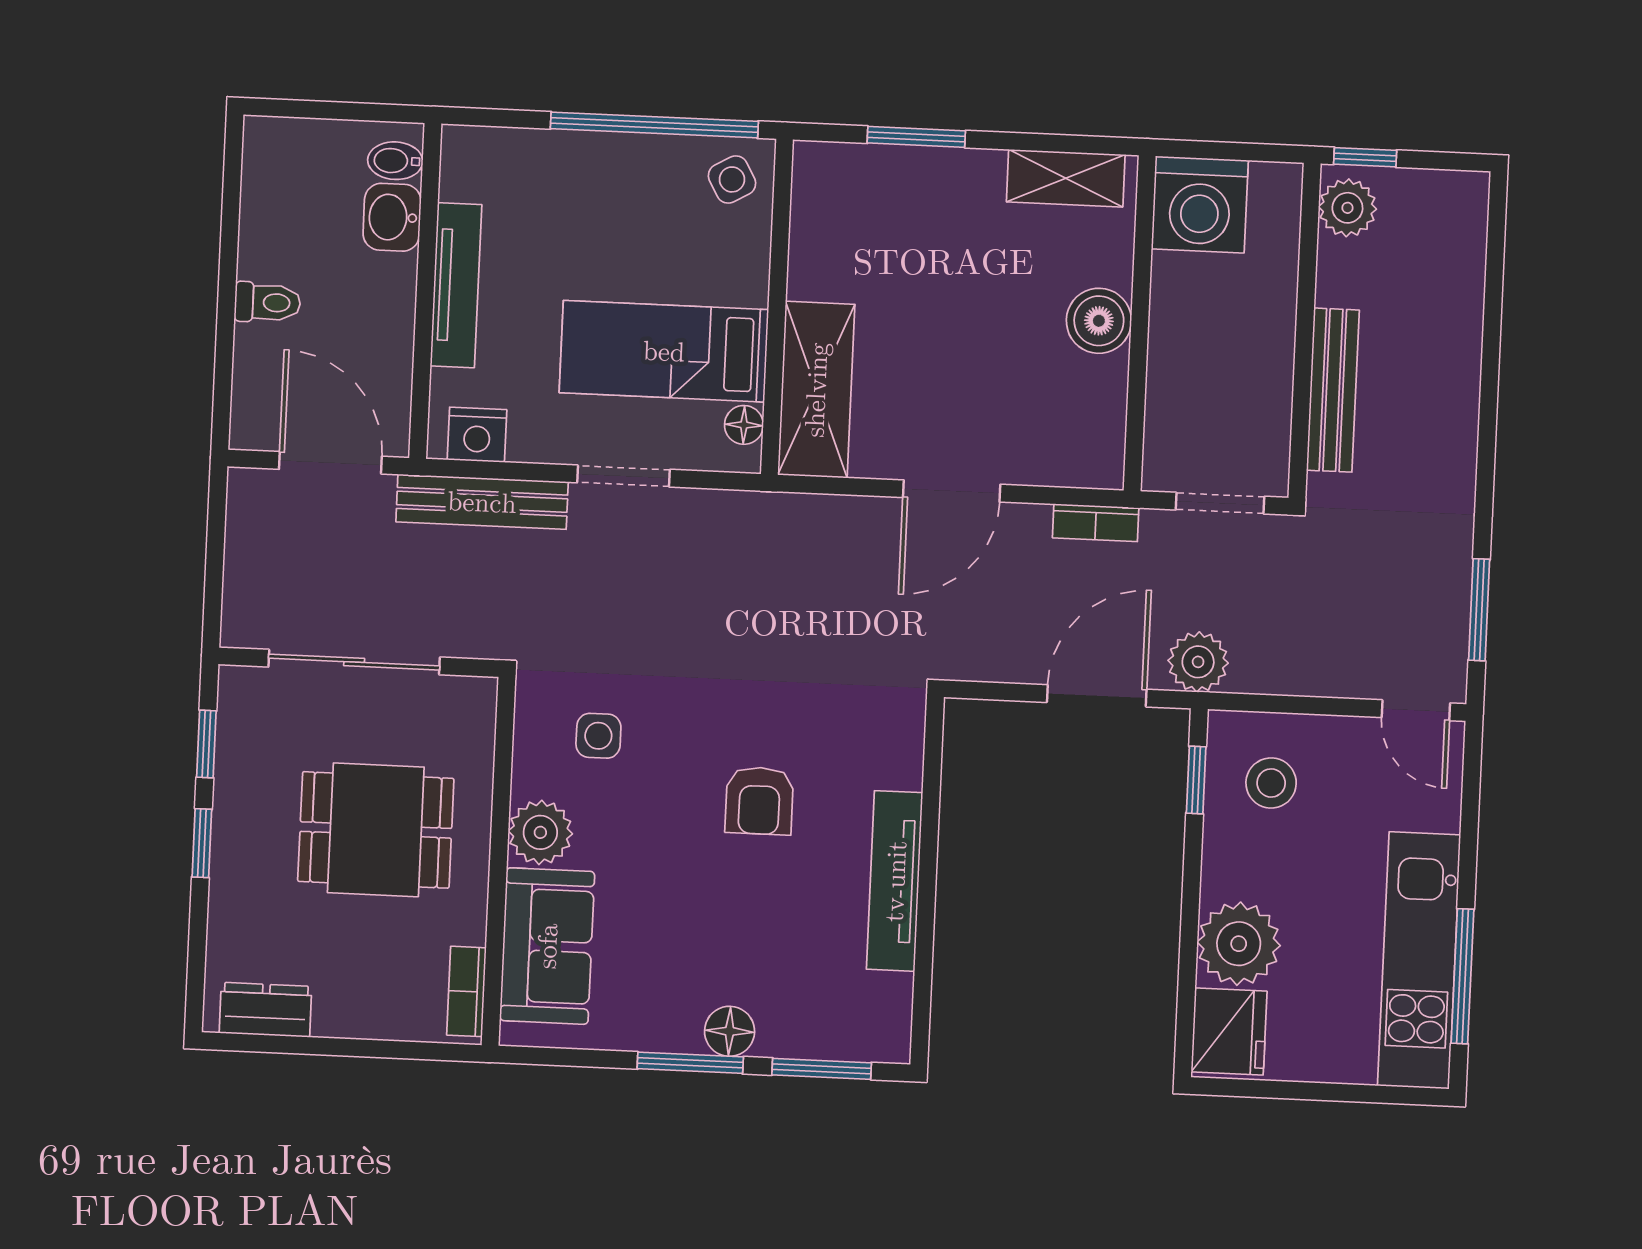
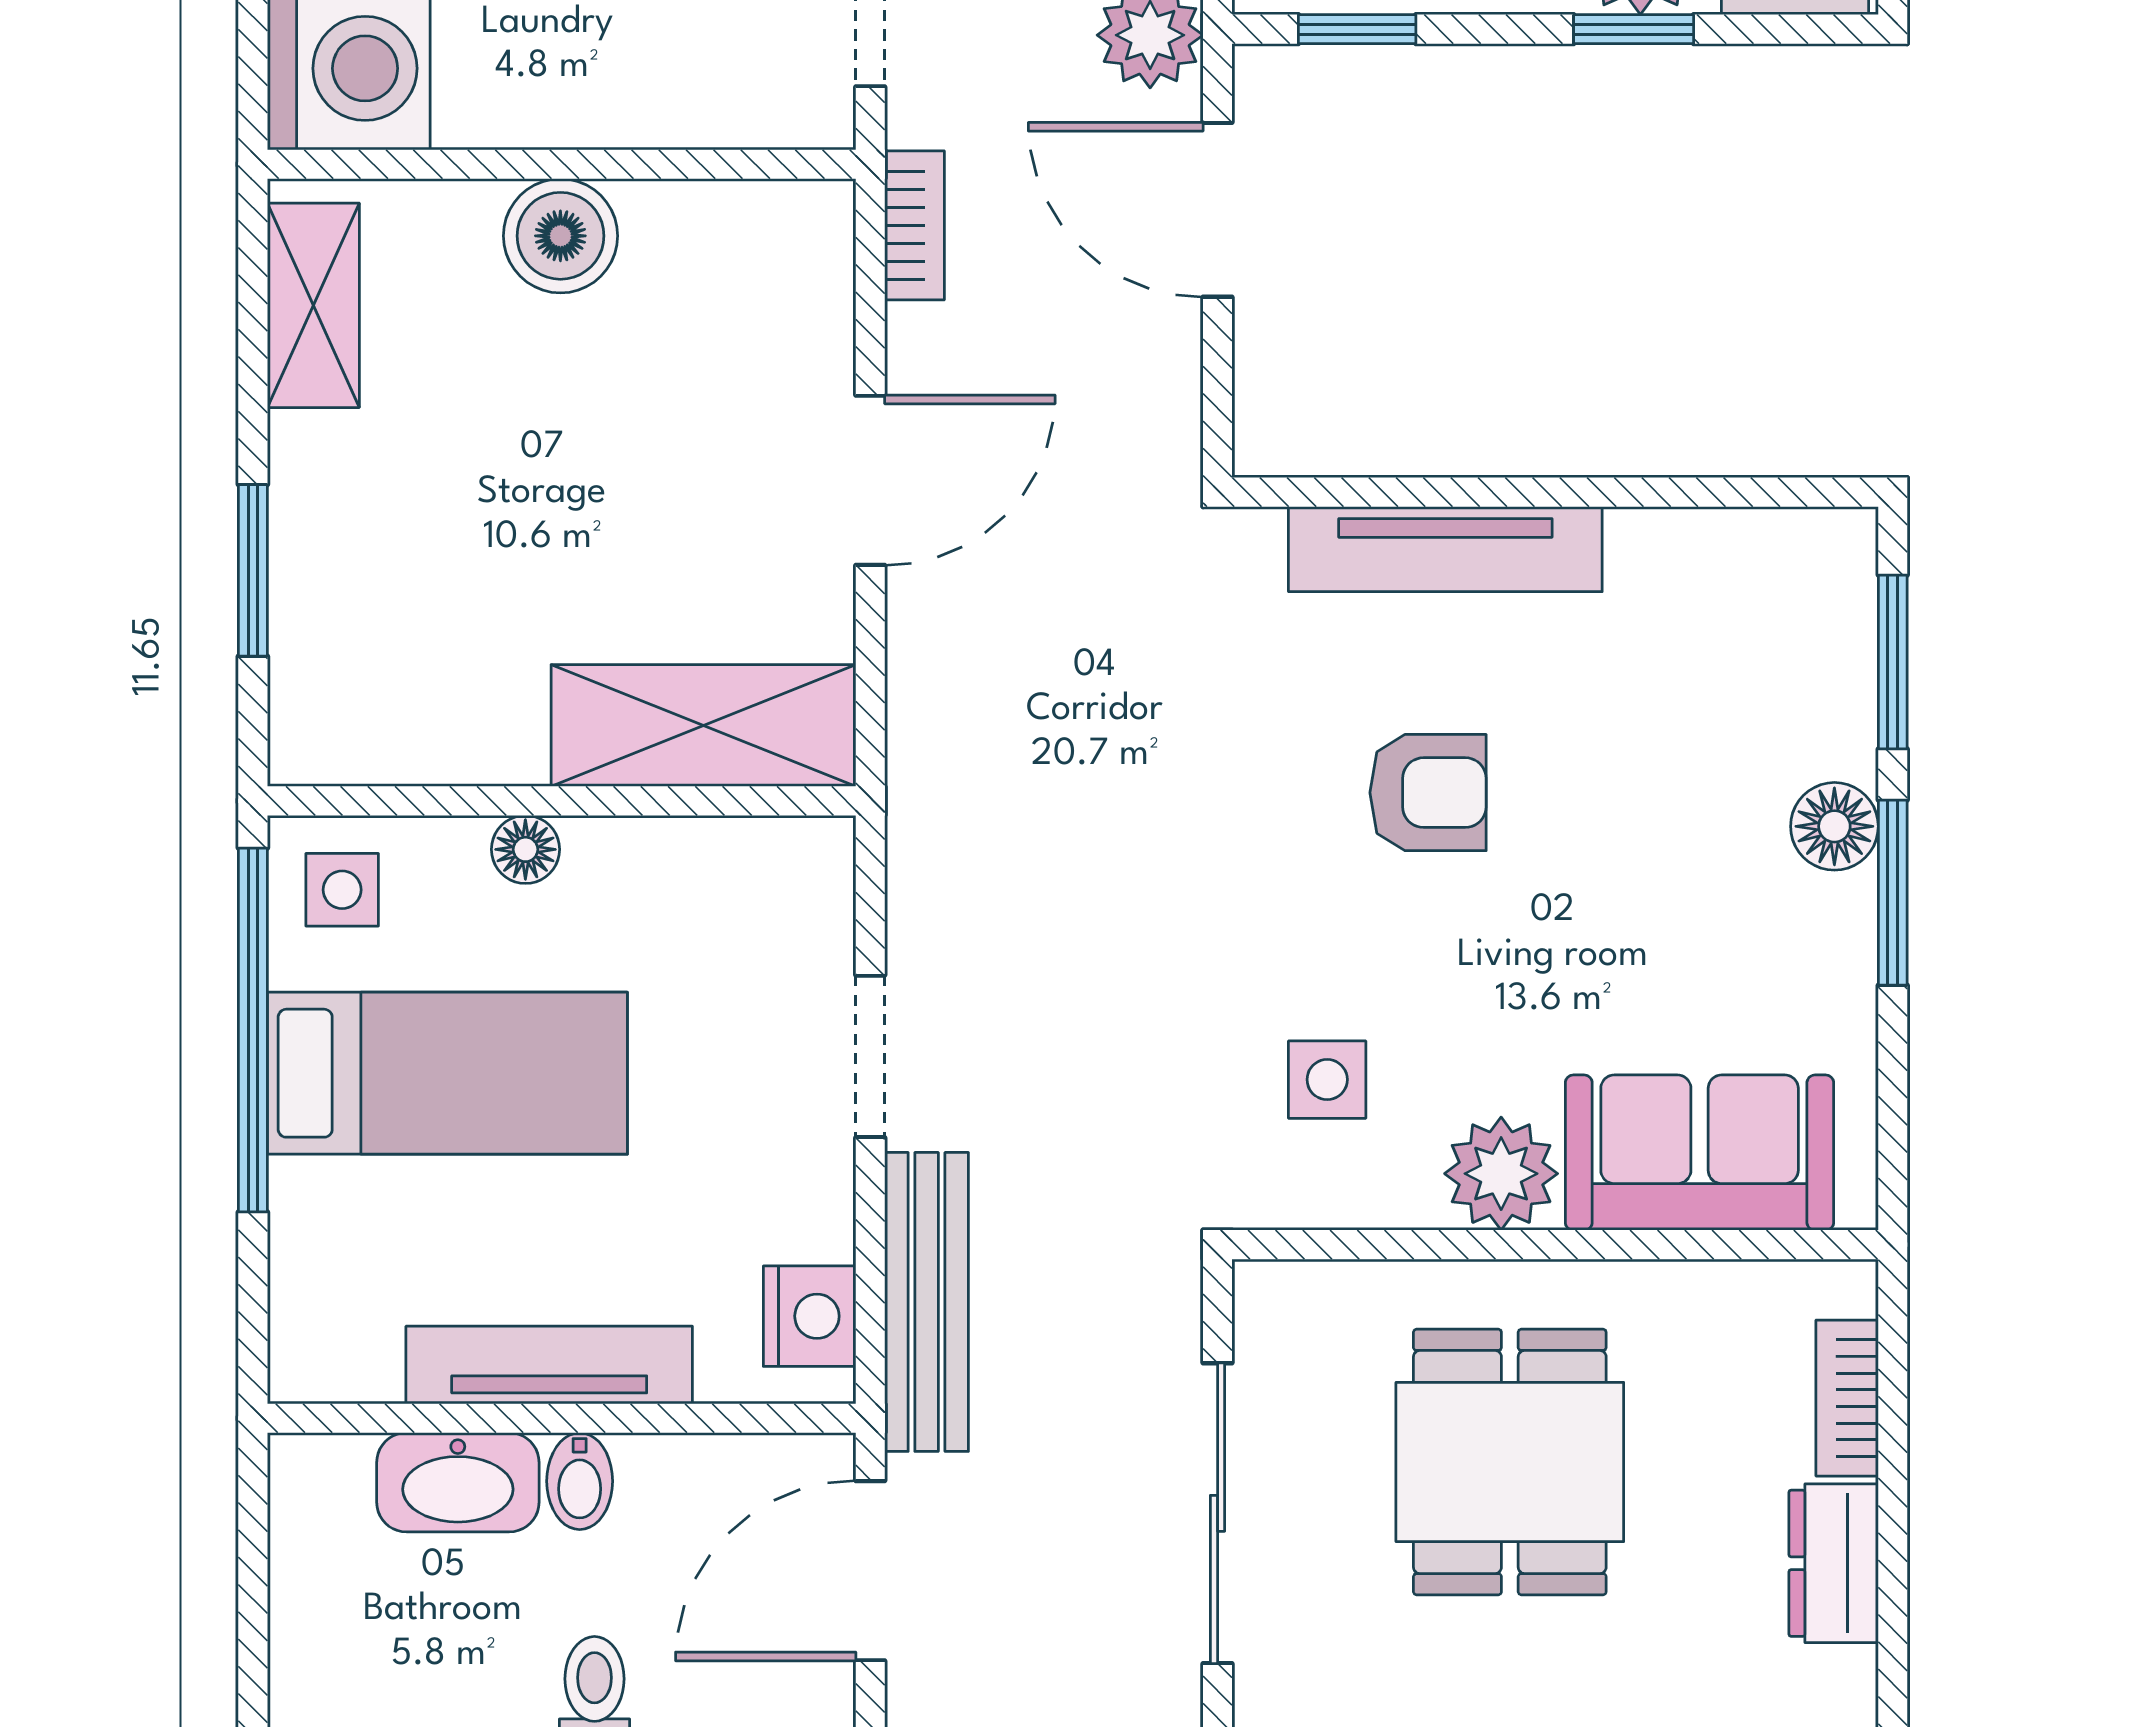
bidet: (395, 161) -> (580, 1481), moved
side table: (732, 179) -> (342, 890), turned 30
washbasin: (392, 217) -> (458, 1482), width x1.38
bed: (664, 351) -> (447, 1073), moved, turned -90
floor lamp: (744, 425) -> (525, 849), moved
door: (952, 491) -> (870, 480), hinge flipped
tv unit: (895, 881) -> (1445, 549), moved
window: (1189, 938) -> (1634, 29), added
bookcase: (466, 991) -> (1847, 1398), moved, turned 90
dresser: (265, 1010) -> (1834, 1563), moved

